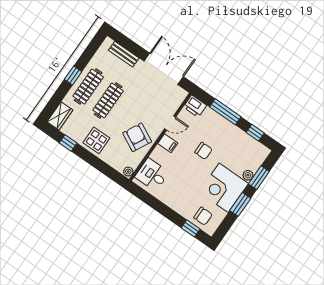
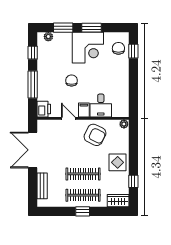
armchair: (137, 137) -> (95, 135), turned -91
desk: (152, 175) -> (101, 105), moved
plant: (248, 175) -> (48, 37), moved

